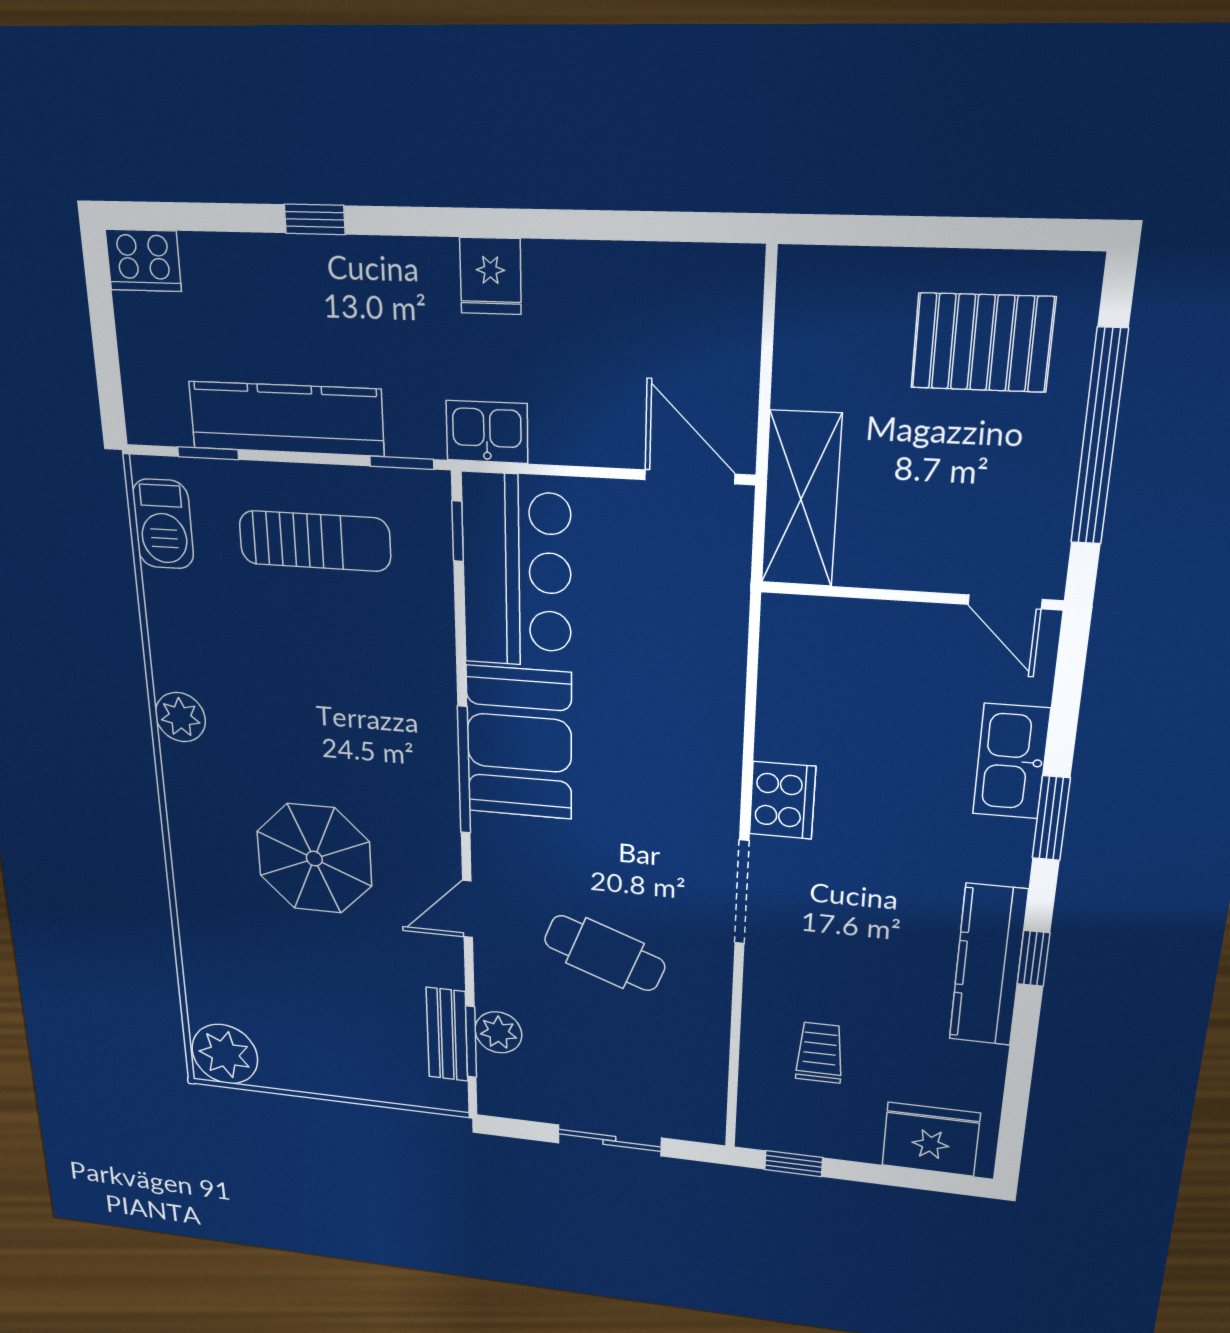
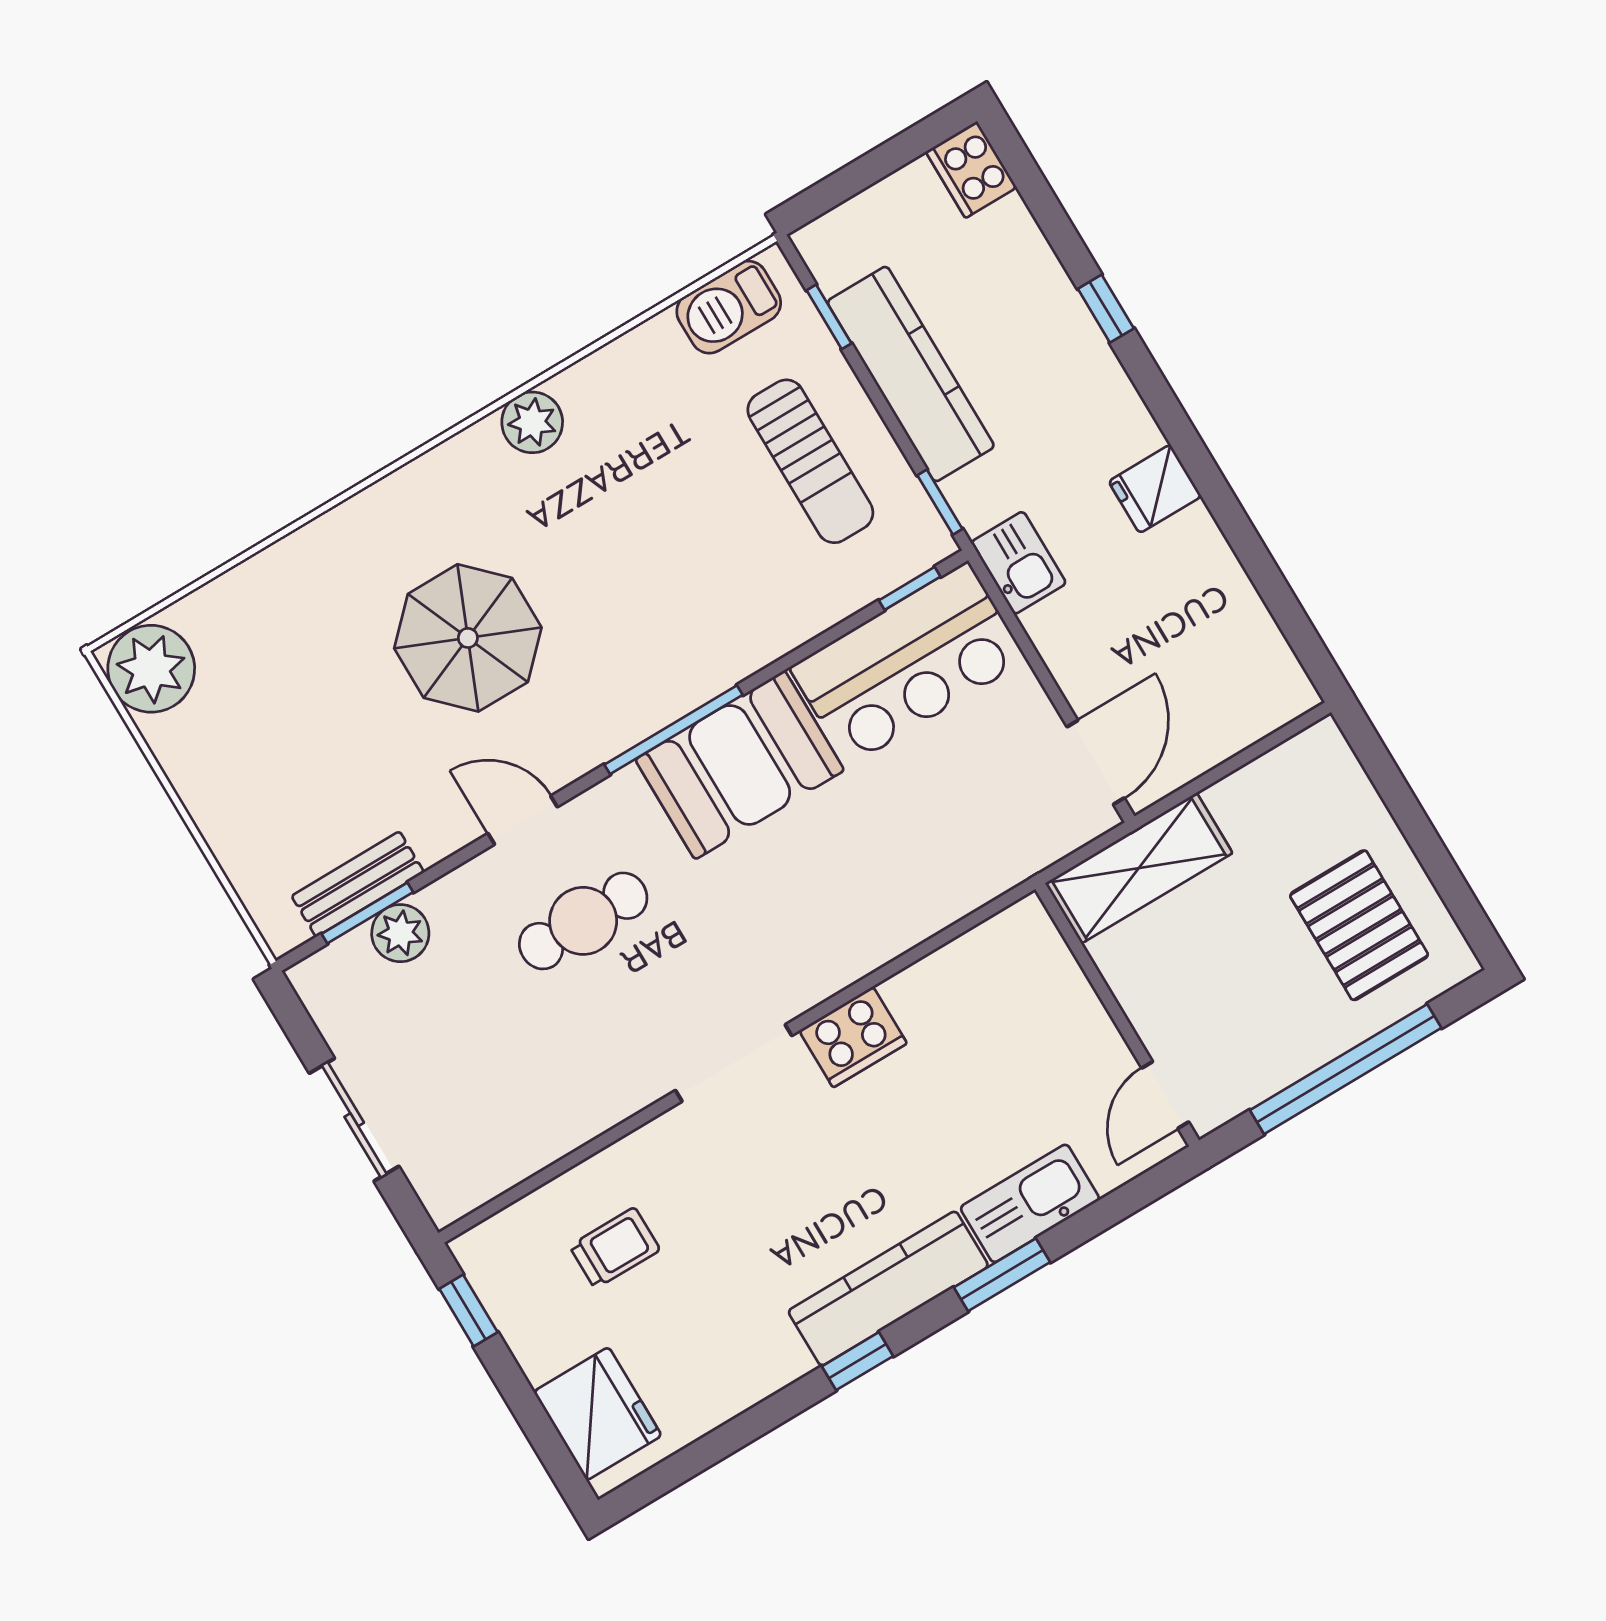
cafe table: (605, 953) -> (583, 921), moved, turned 69
kitchen counter: (988, 965) -> (888, 1288), moved

